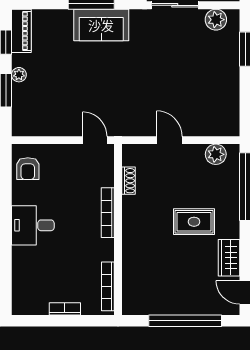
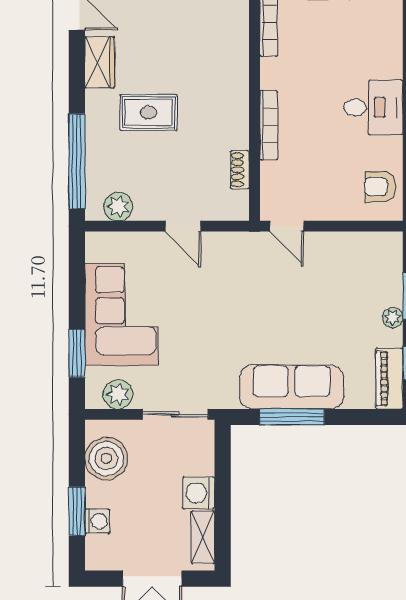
sofa: (101, 25) -> (292, 387), width x1.36
corner sofa: (214, 77) -> (121, 314), added
armchair: (28, 169) -> (380, 187), turned -90

